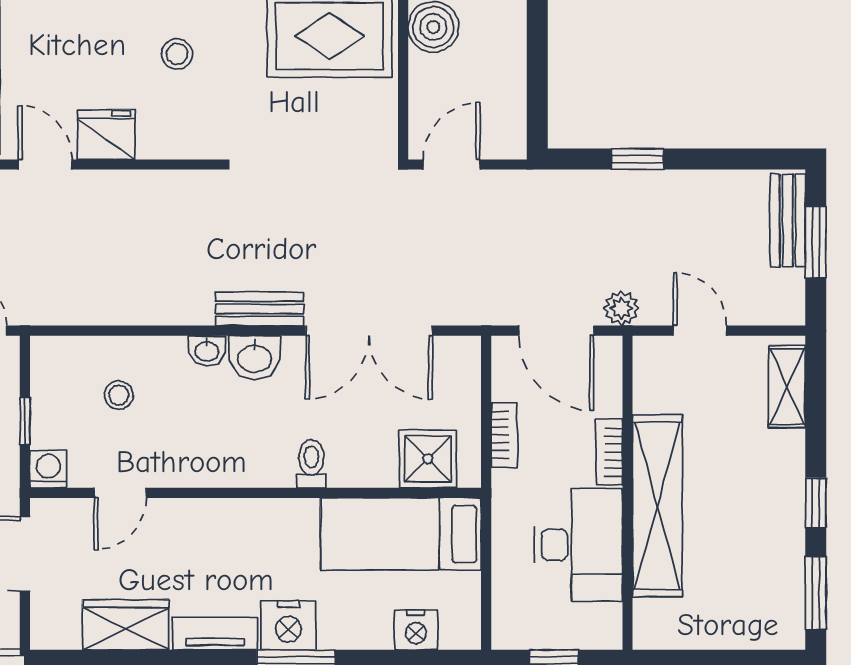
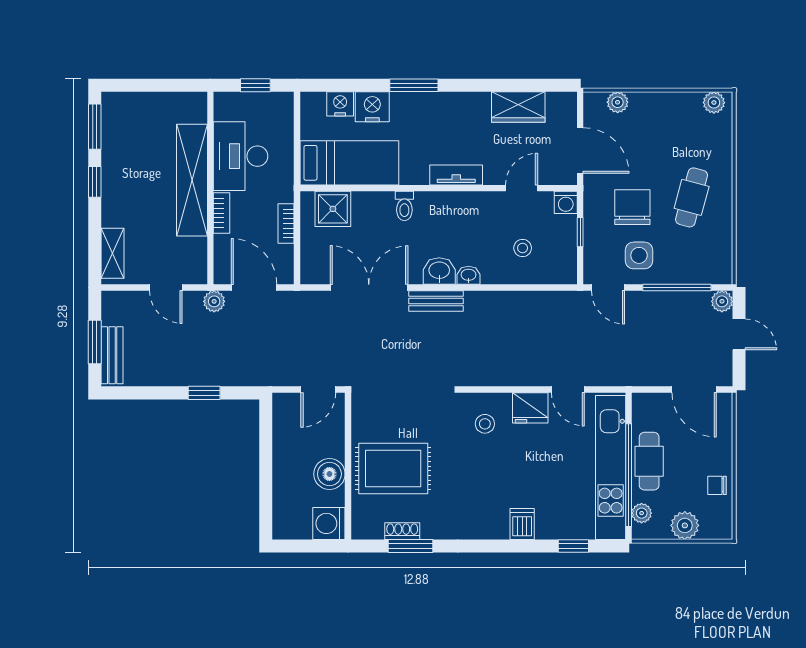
stool: (177, 54) -> (485, 424), moved
nightstand: (288, 625) -> (372, 107), moved
tv unit: (215, 634) -> (456, 175), moved, turned 180

